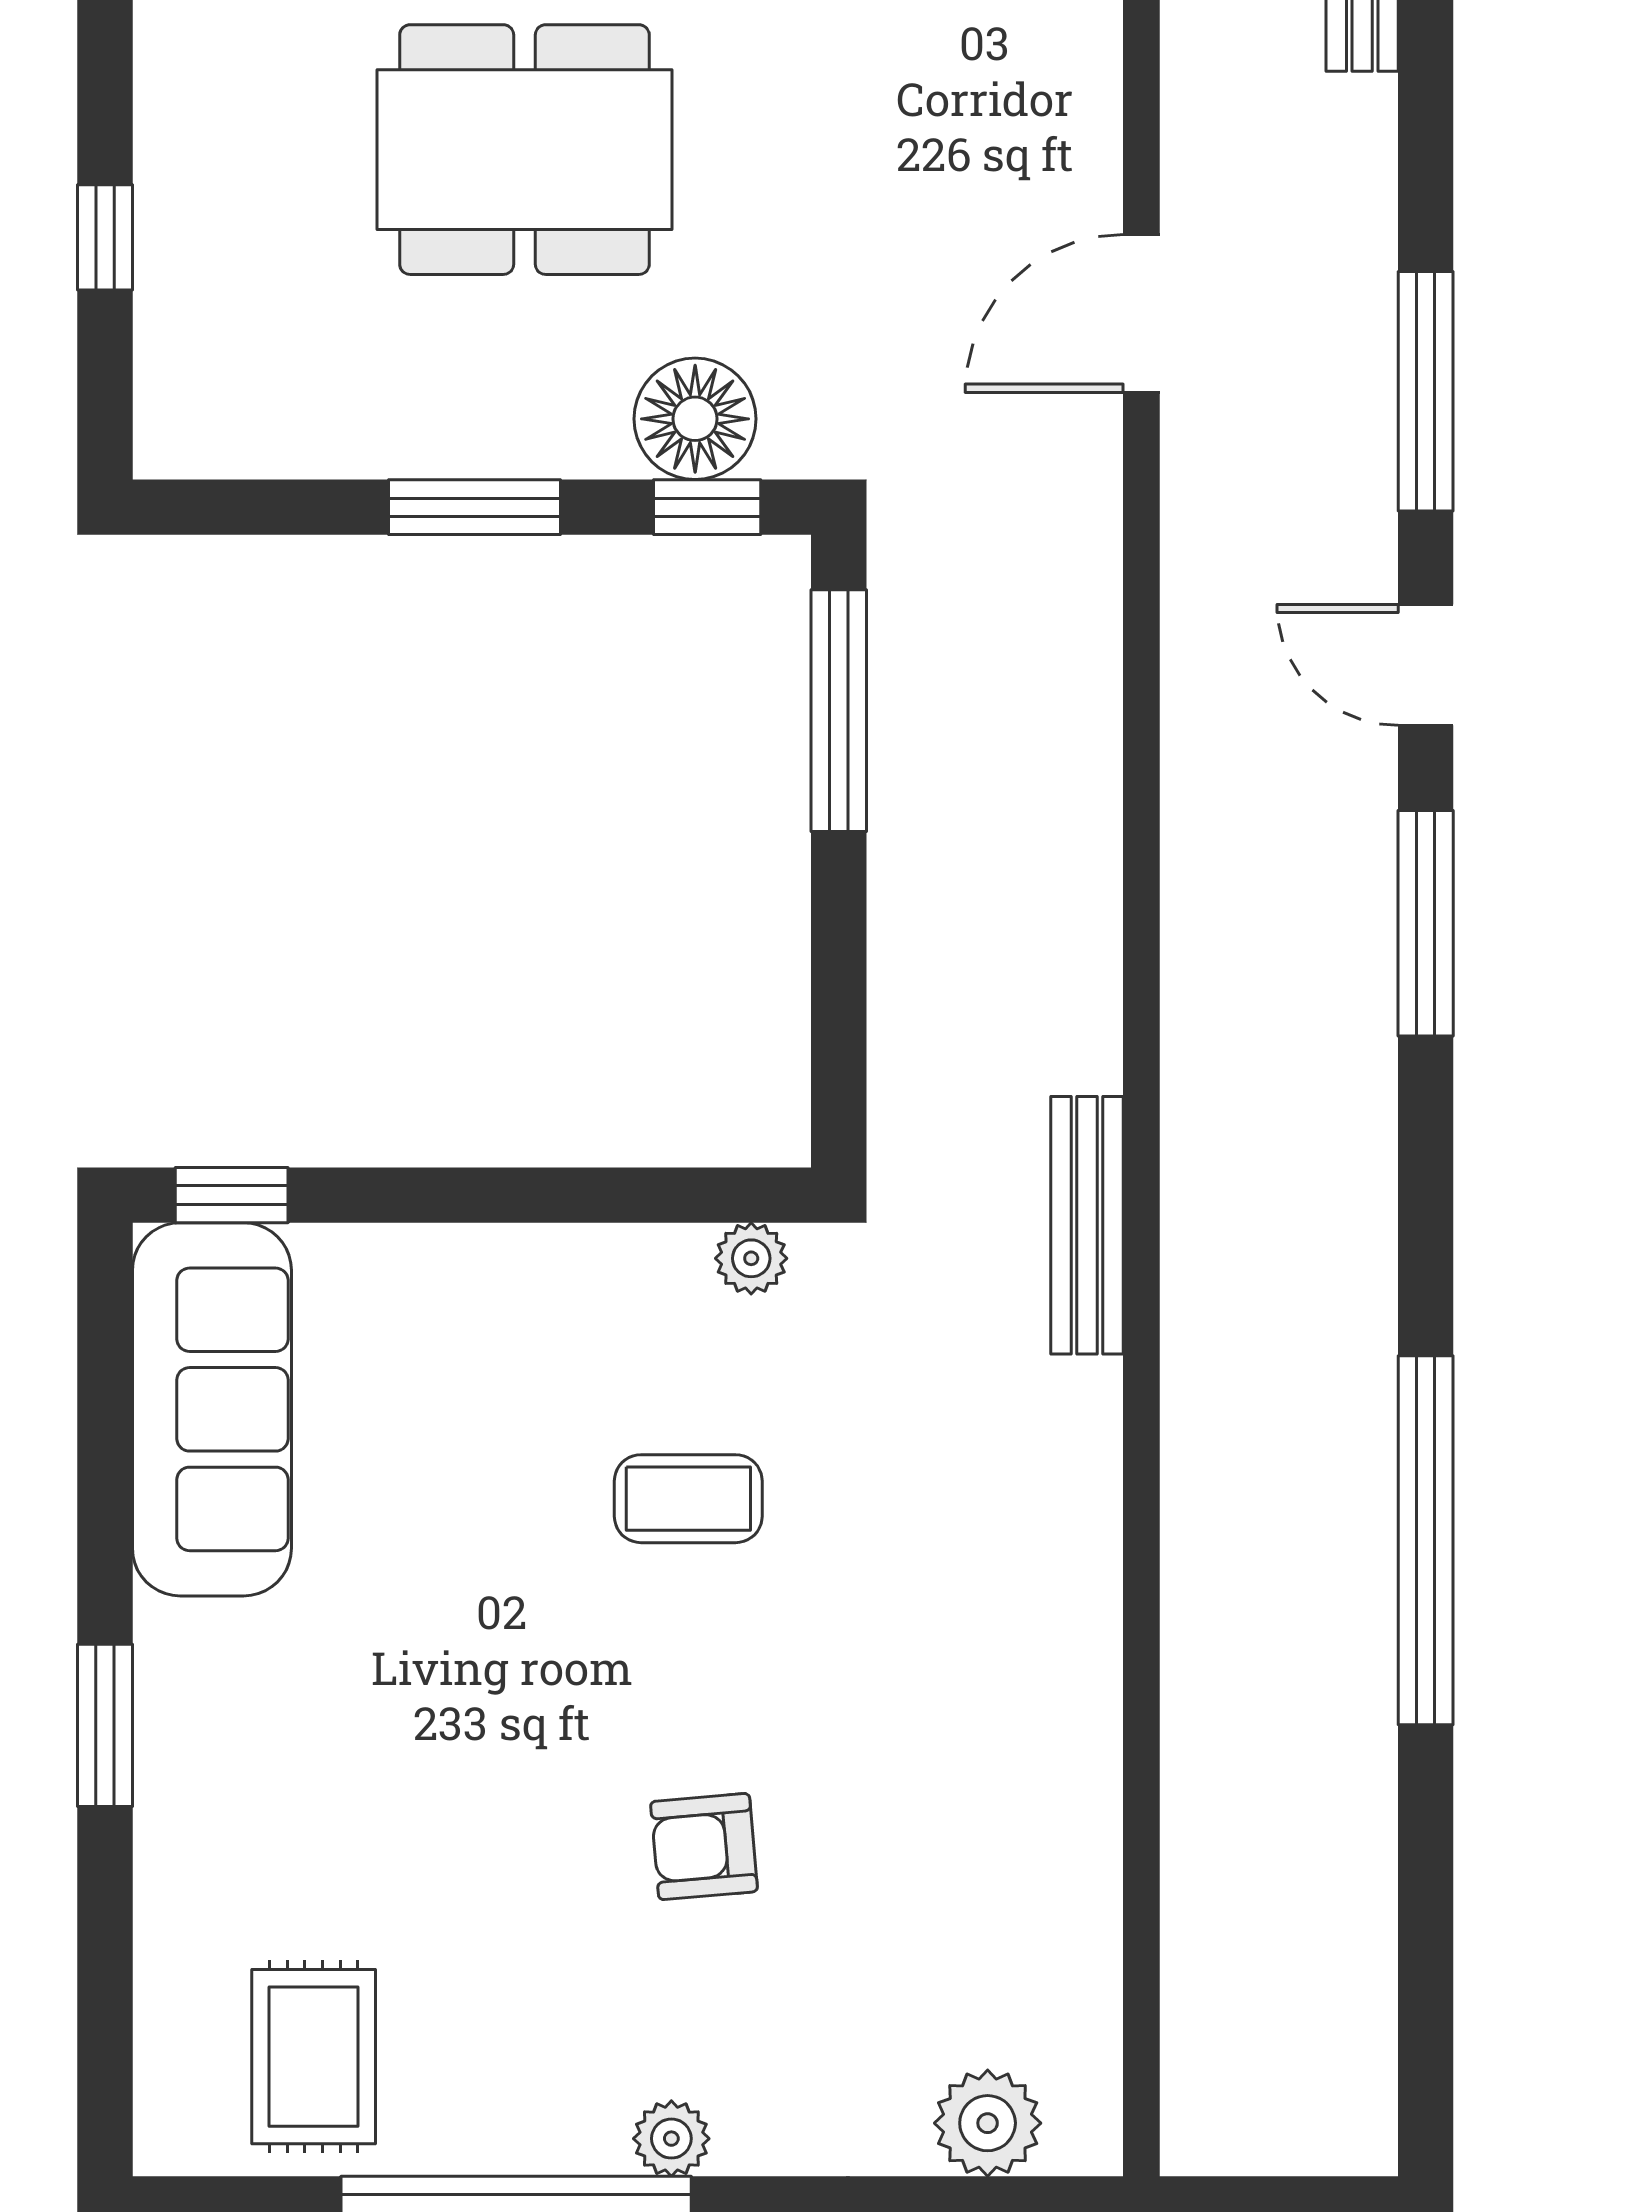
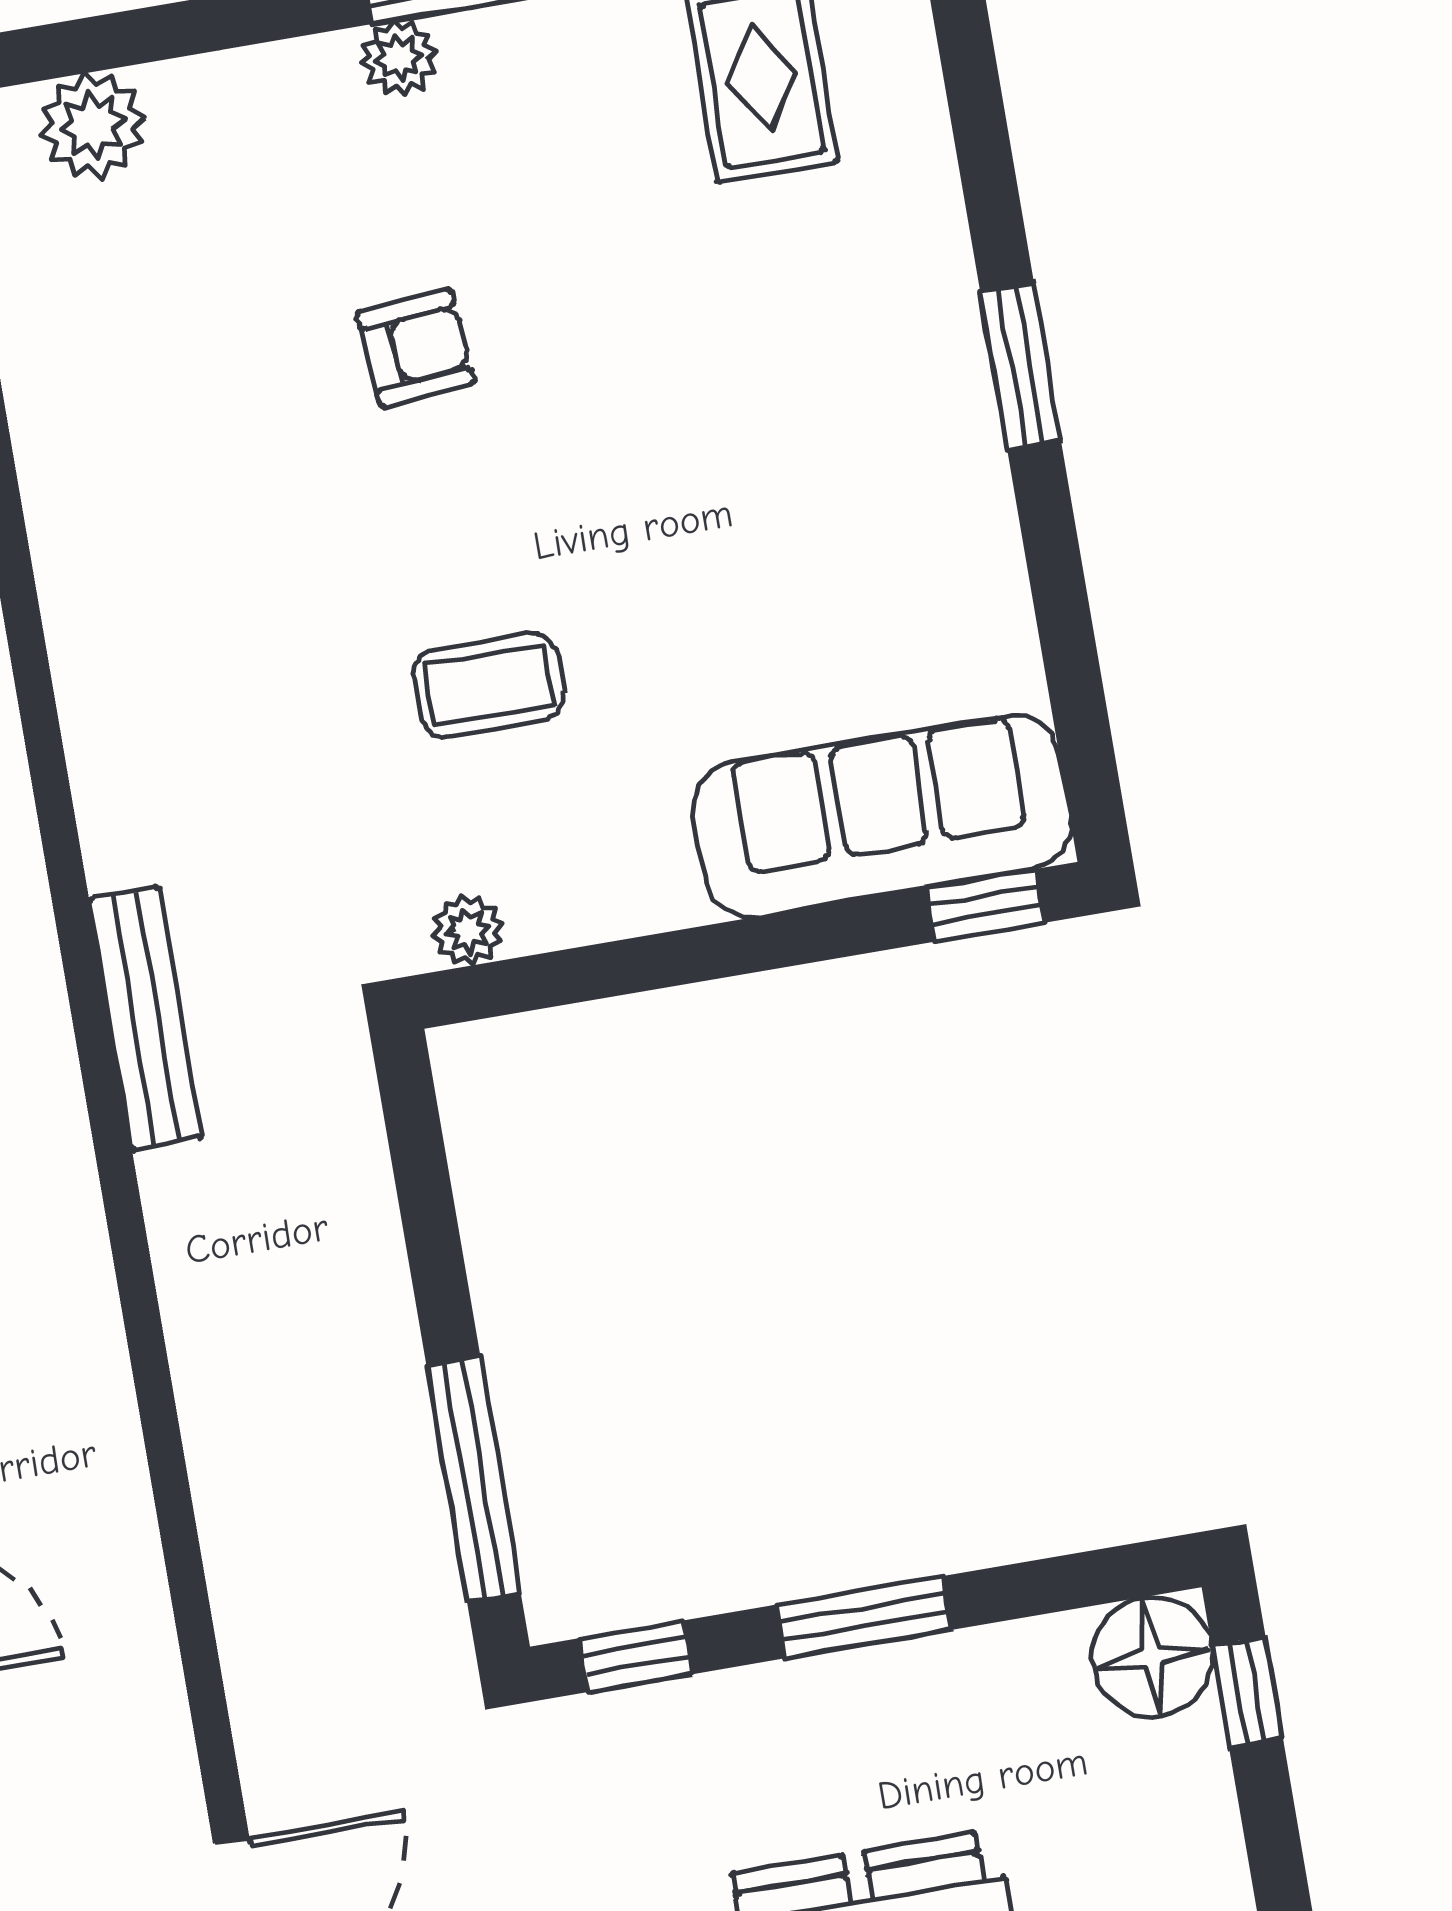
window: (105, 237) -> (1247, 1692), moved
floor lamp: (695, 419) -> (1152, 1657), moved
sofa: (212, 1409) -> (882, 816), moved, turned 90

